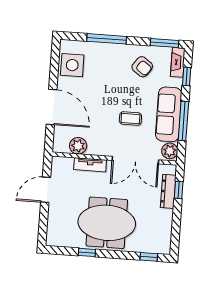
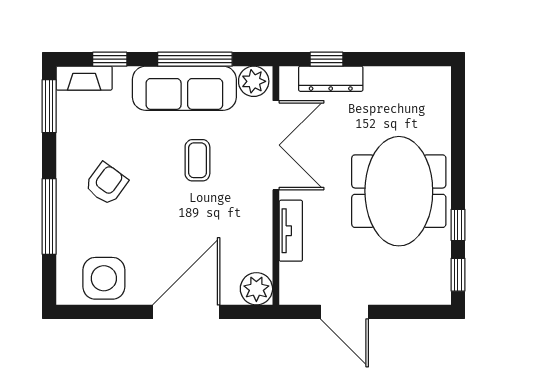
armchair: (142, 67) -> (106, 184), moved
plant: (78, 146) -> (256, 289), moved
window: (149, 257) -> (458, 275), moved

